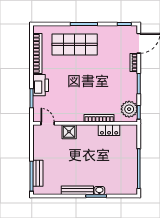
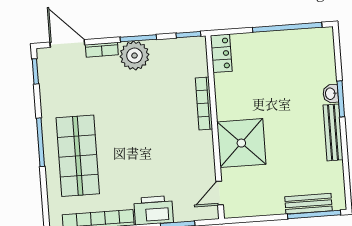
plant: (129, 109) -> (134, 56), moved
locker: (109, 130) -> (221, 53), moved
shower: (69, 132) -> (241, 143), width x1.86, depth x1.86

